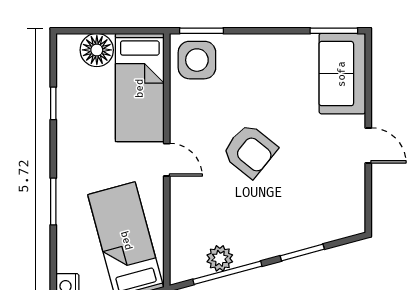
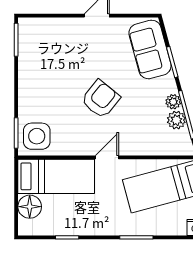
sofa: (342, 74) -> (150, 49), moved, turned 75
plant: (246, 254) -> (173, 102), added

